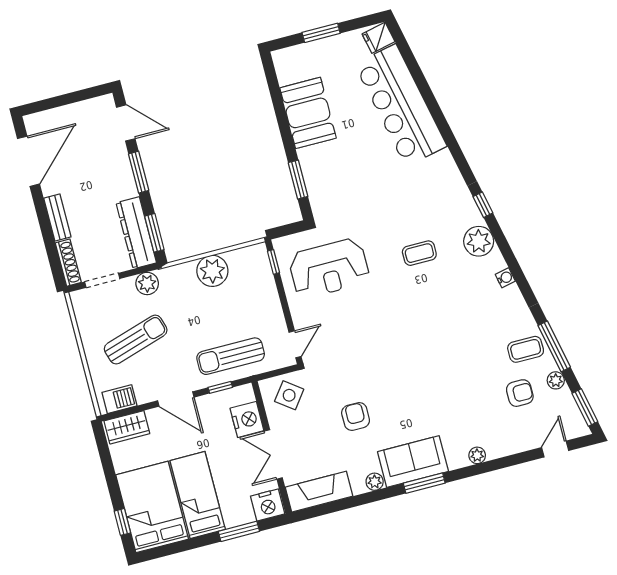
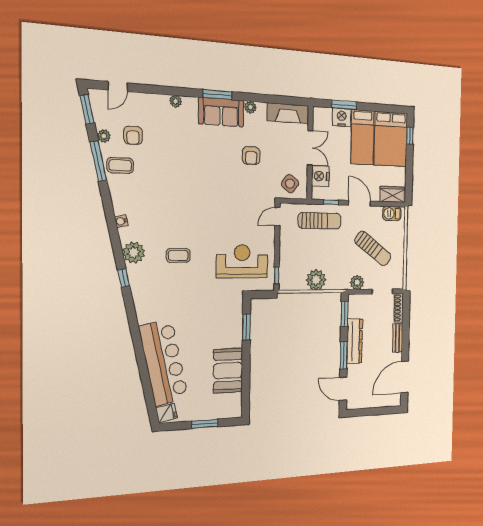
dresser: (136, 233) -> (355, 341), moved
sun lounger: (136, 340) -> (373, 248), turned -126
armchair: (520, 393) -> (133, 135), turned -90
nightstand: (268, 505) -> (342, 117), moved

